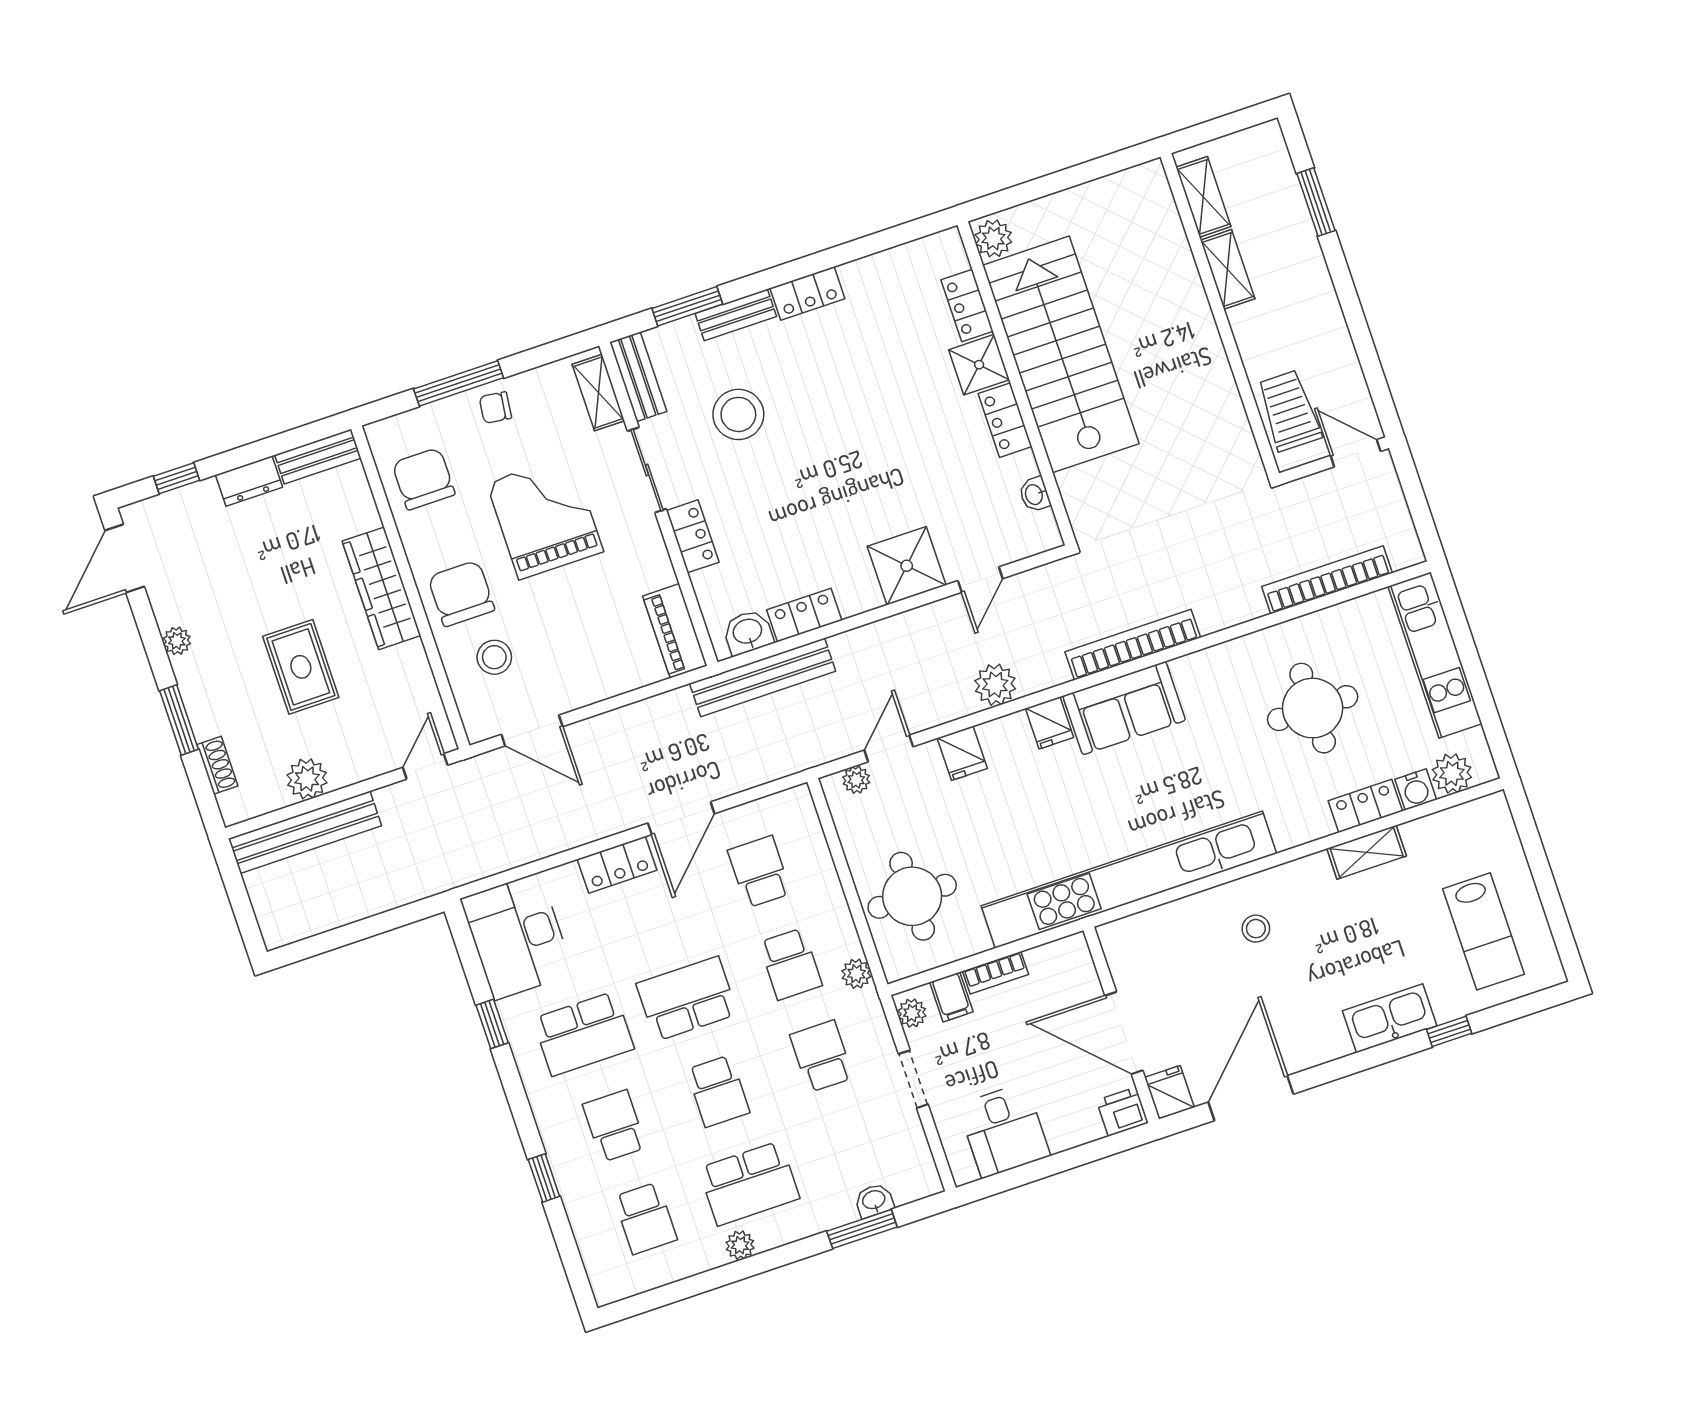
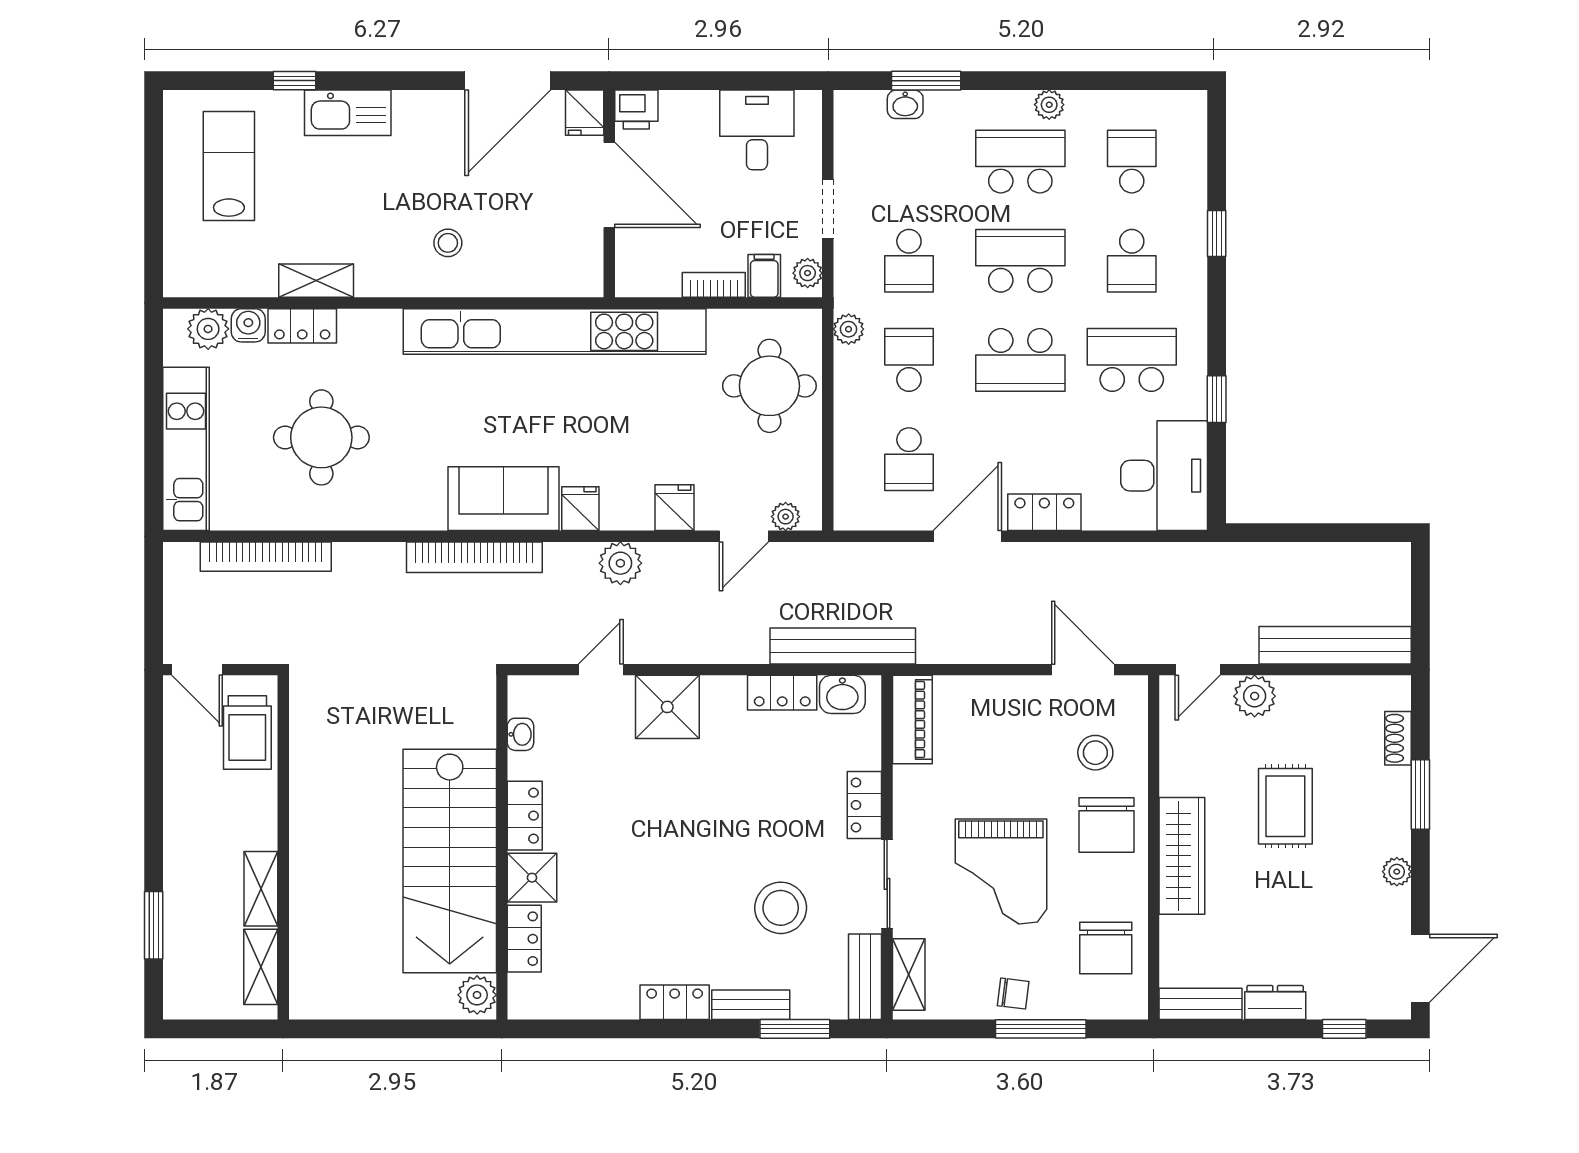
plant: (307, 779) -> (1255, 696), moved
school desk: (718, 1091) -> (1020, 261), width x1.85

